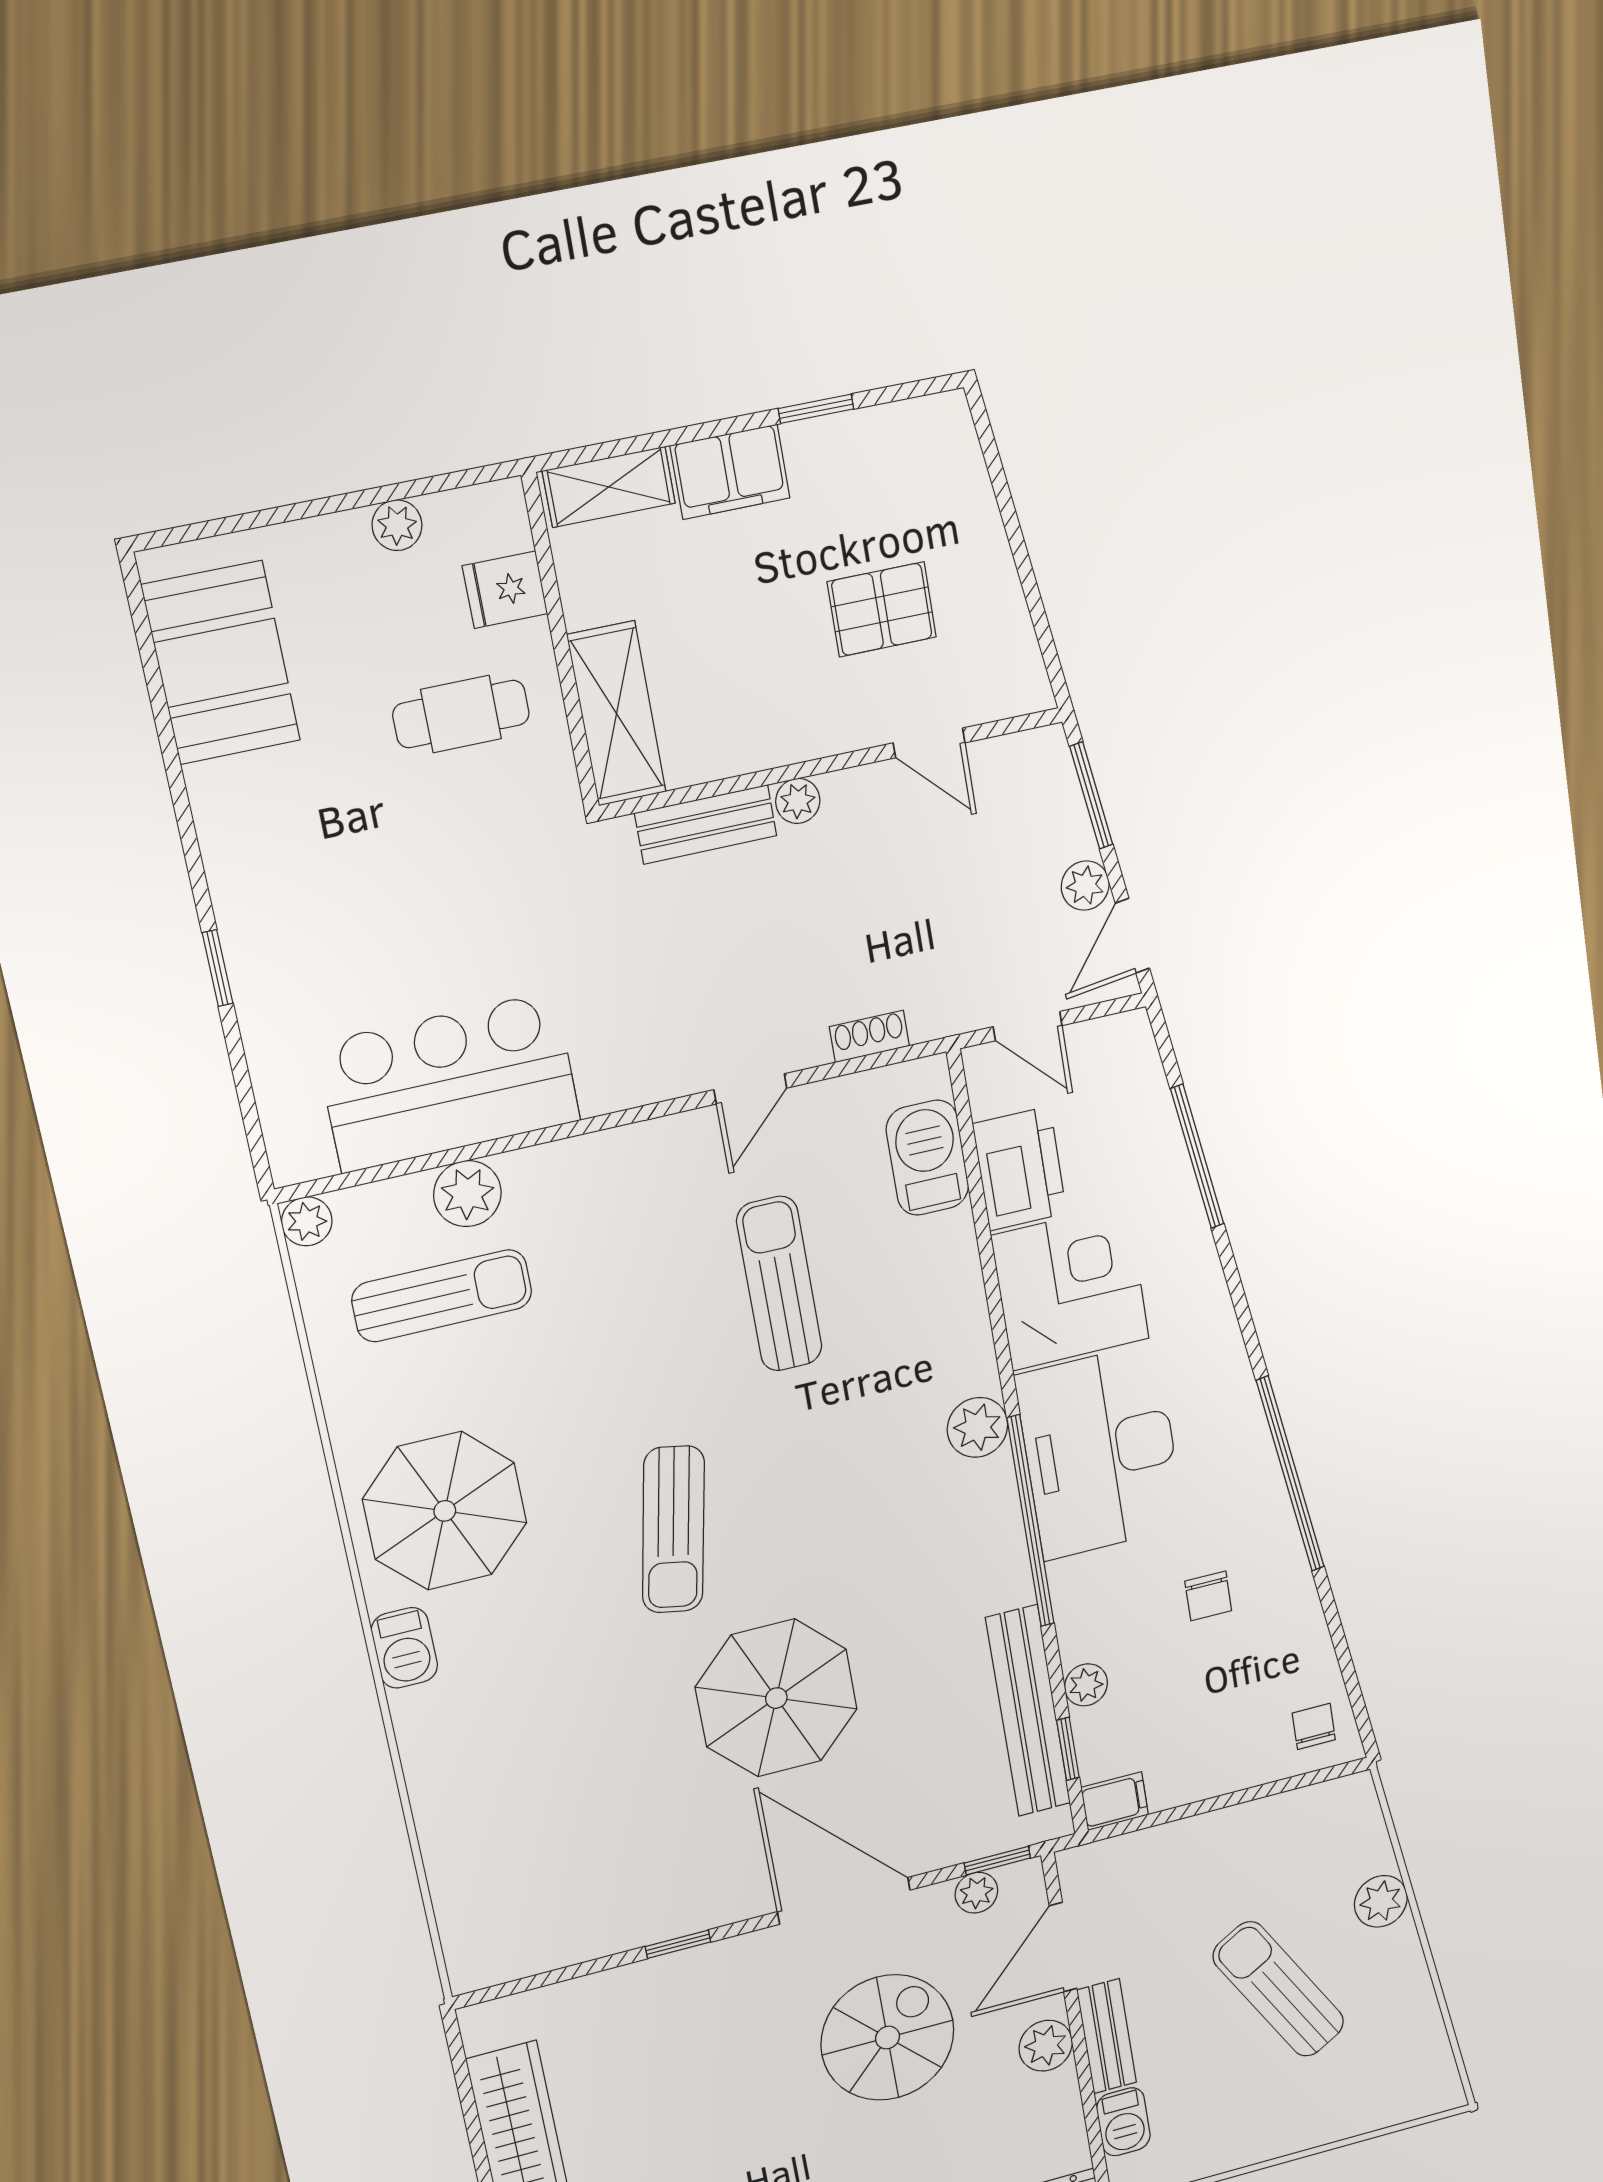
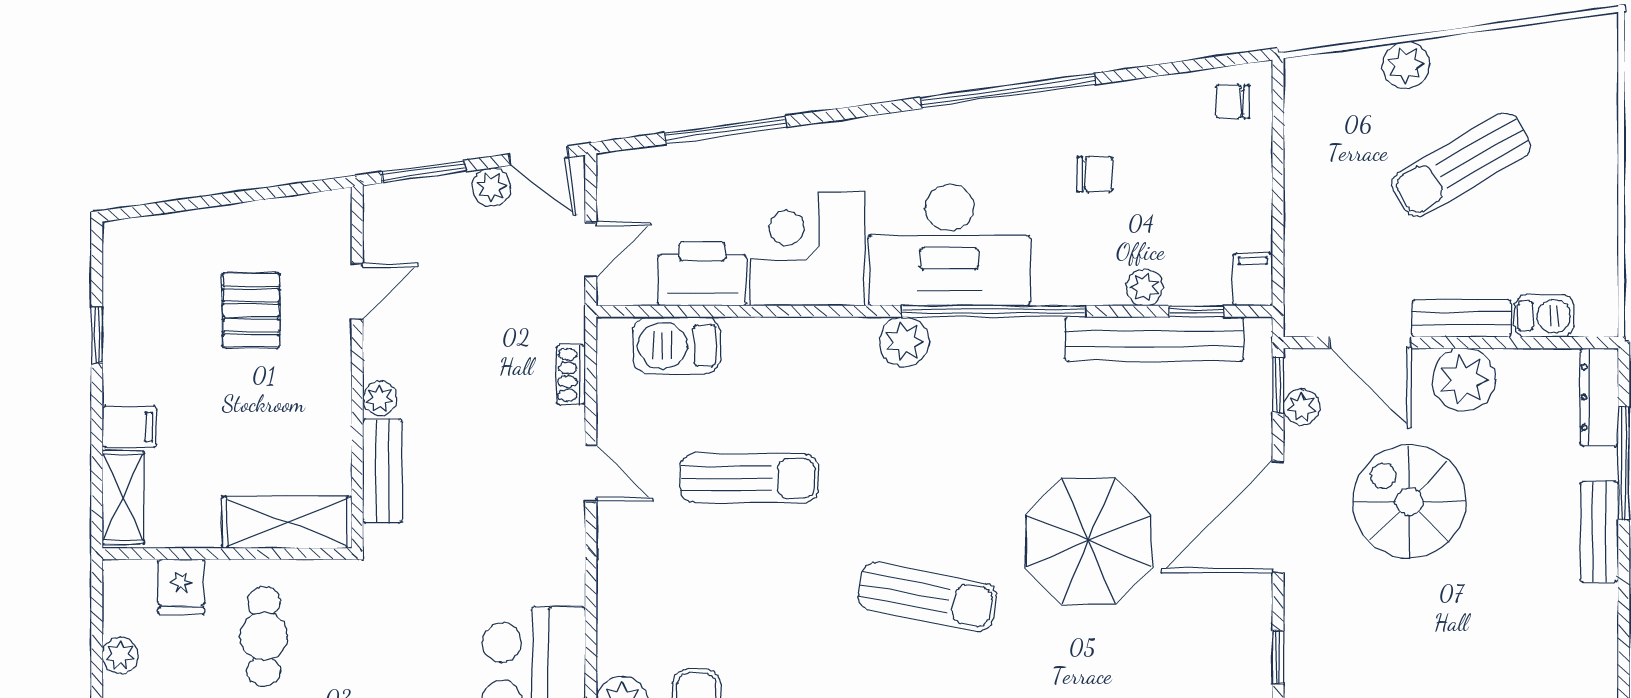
filing cabinet: (730, 472) -> (129, 427), width x0.50
sun lounger: (779, 1284) -> (749, 478), turned 180
plant: (1046, 2046) -> (1464, 380), width x1.36, depth x1.36

